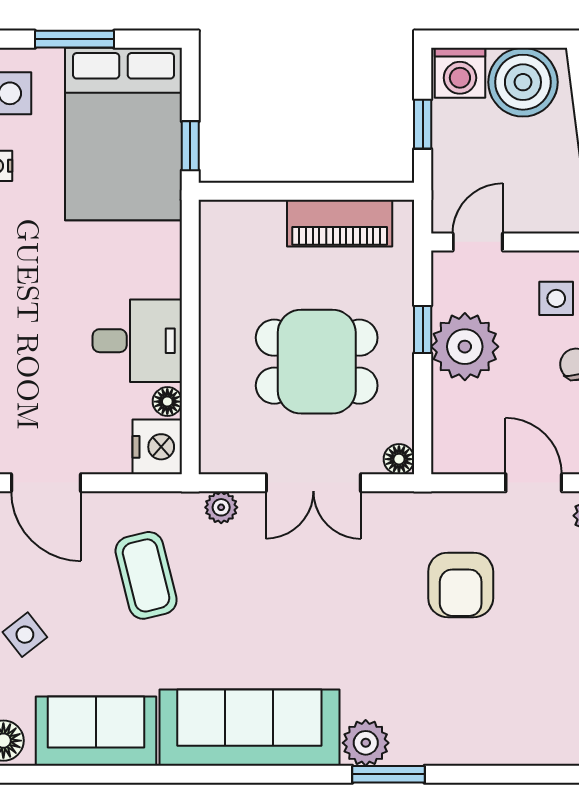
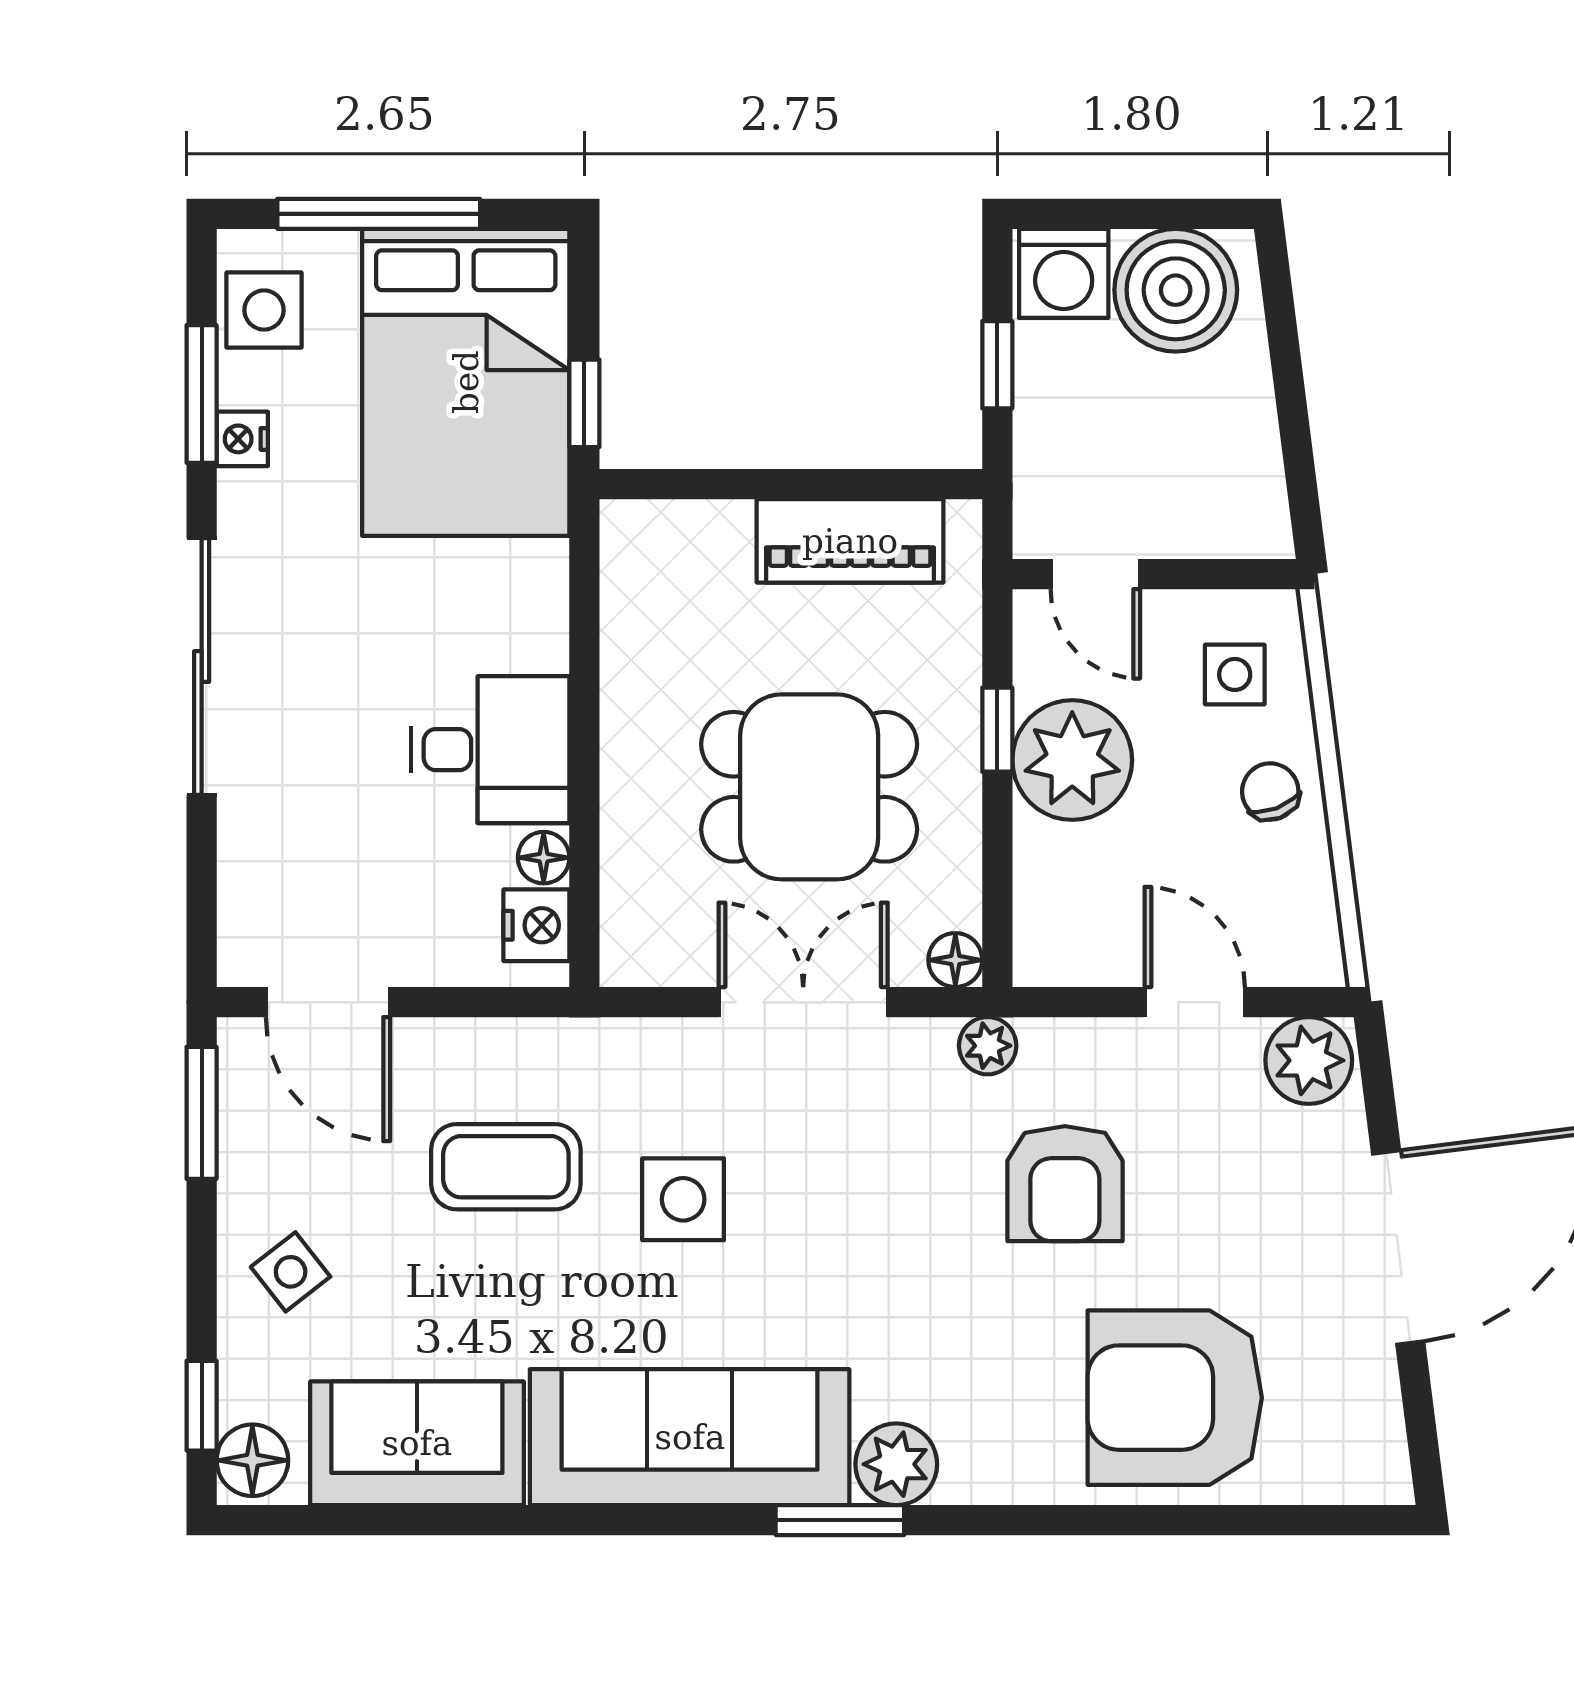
window: (75, 39) -> (379, 214), width x1.44
door: (478, 242) -> (1095, 574), swing flipped
nightstand: (157, 447) -> (536, 925), width x0.74, depth x0.75
double door: (313, 483) -> (803, 1002), swing flipped
plant: (221, 507) -> (988, 1046), moved
coffee table: (146, 575) -> (506, 1167), turned -76
side table: (246, 594) -> (683, 1199), added
armchair: (522, 705) -> (1175, 1398), added
window: (388, 774) -> (840, 1520), moved

